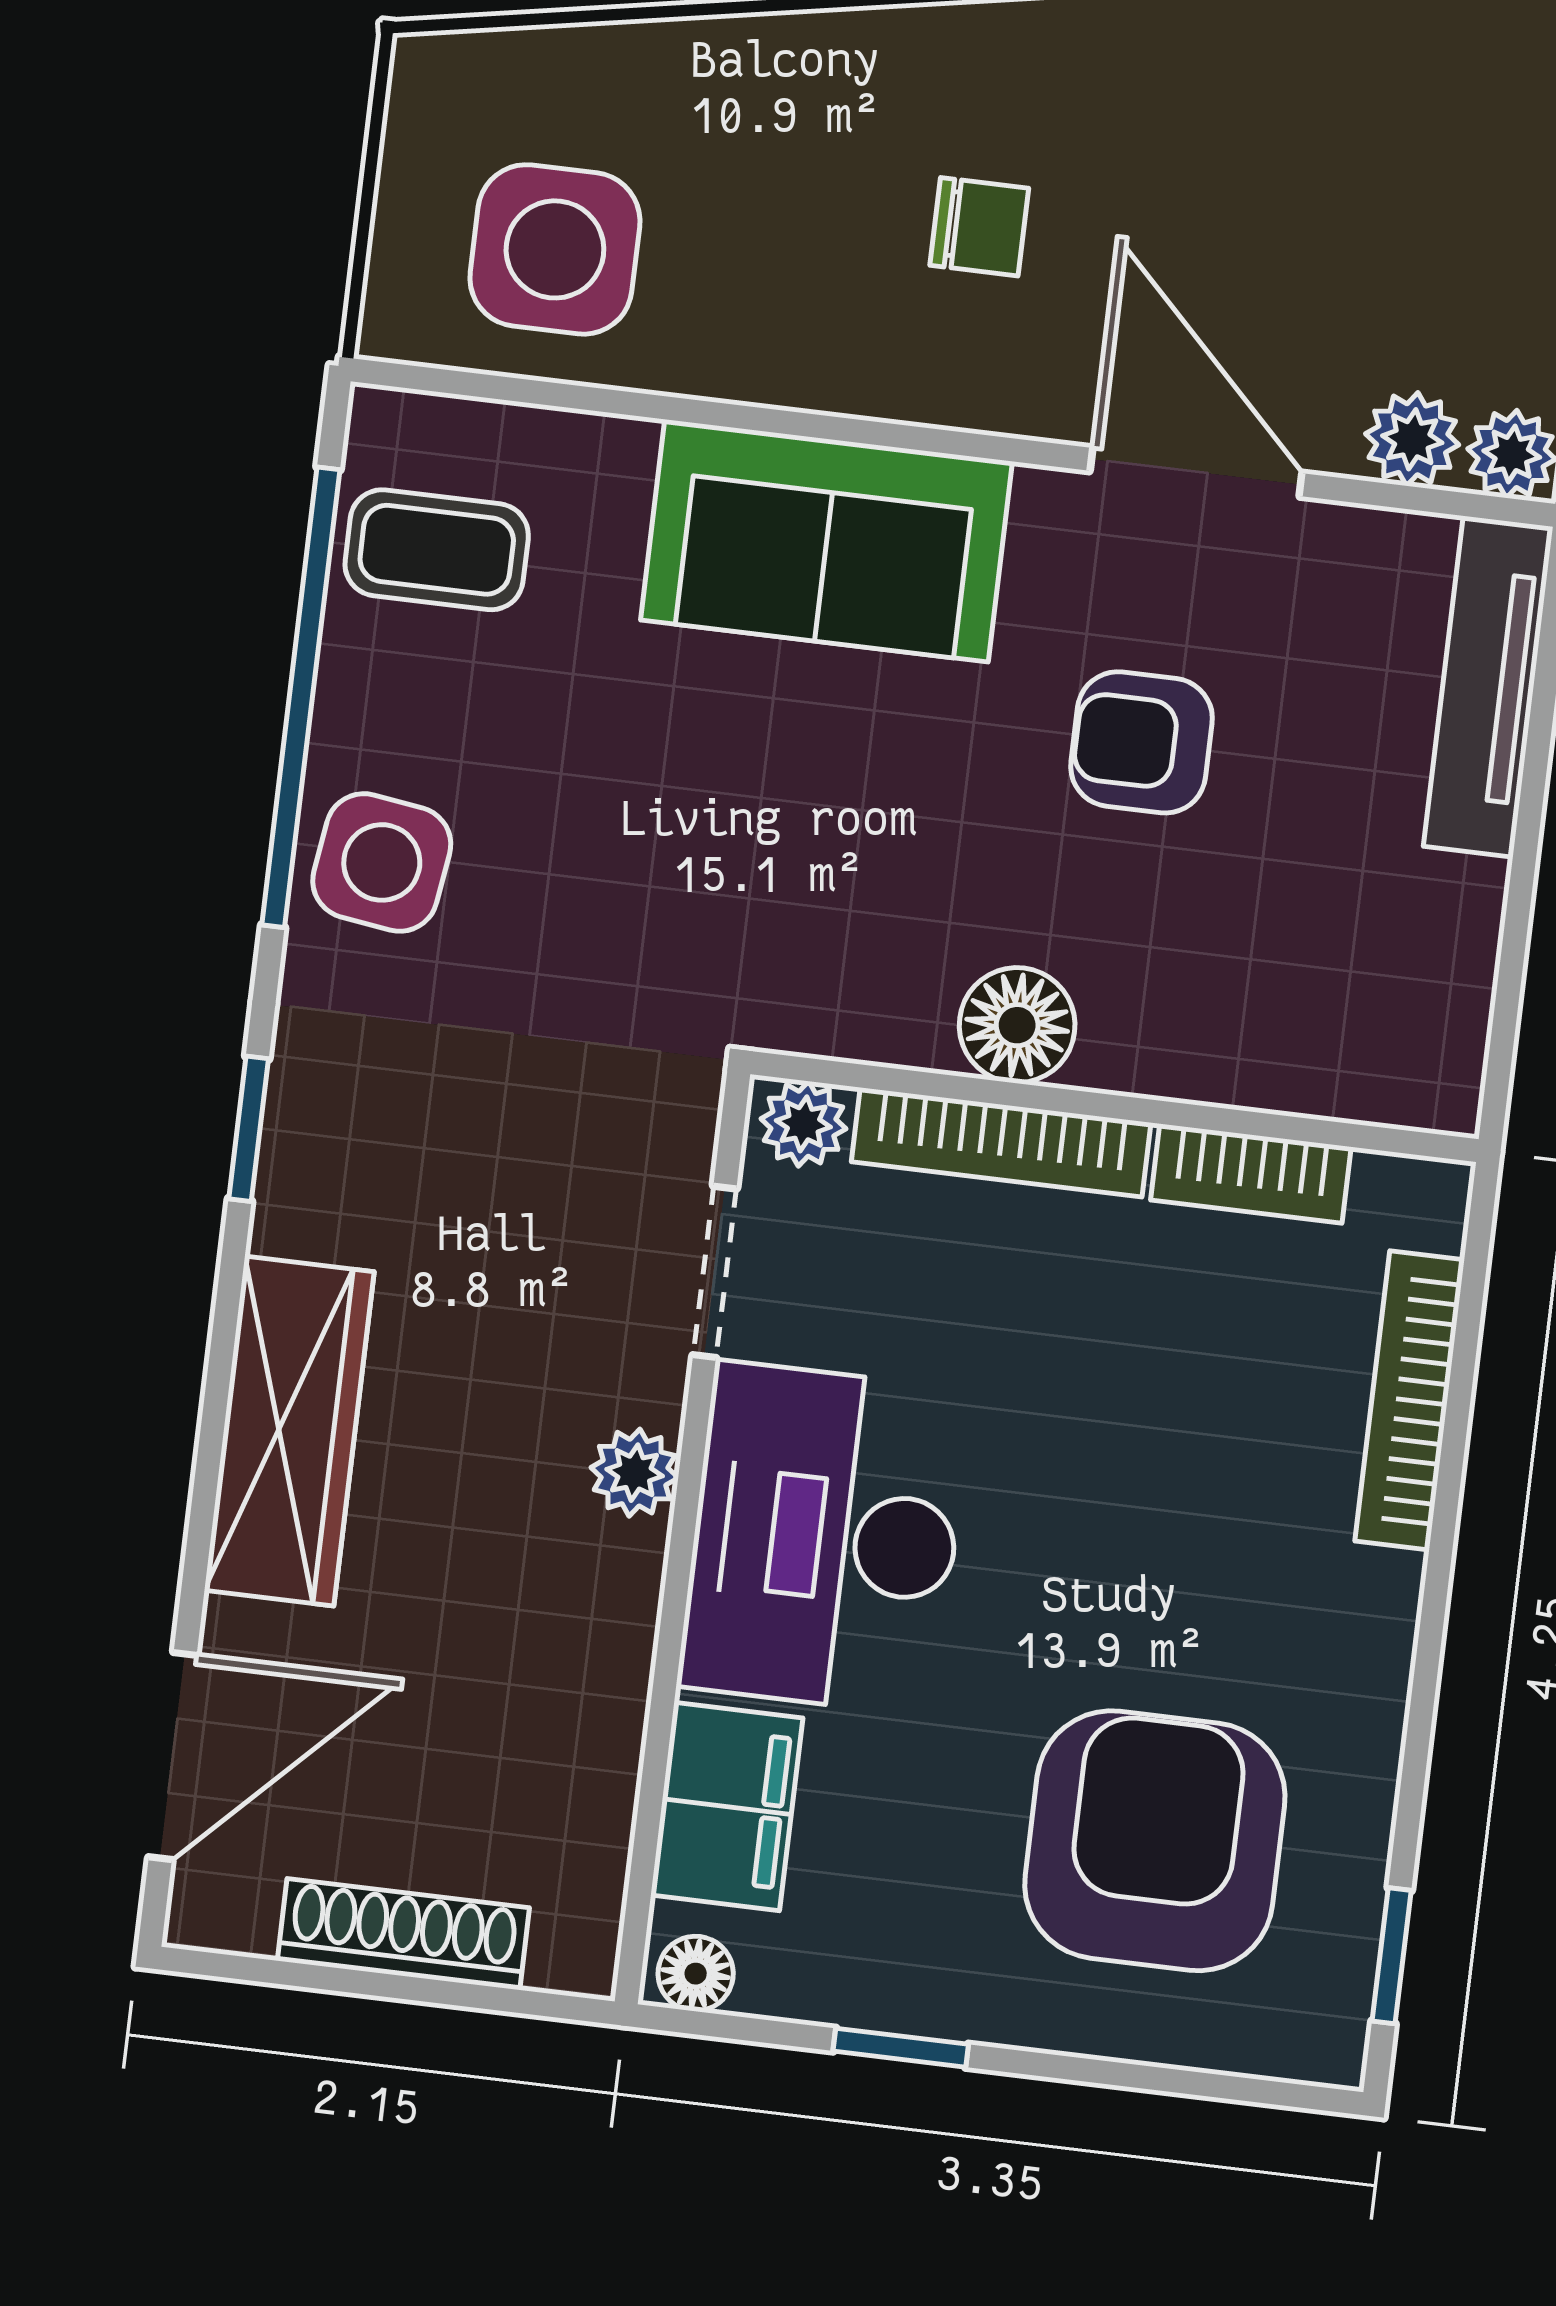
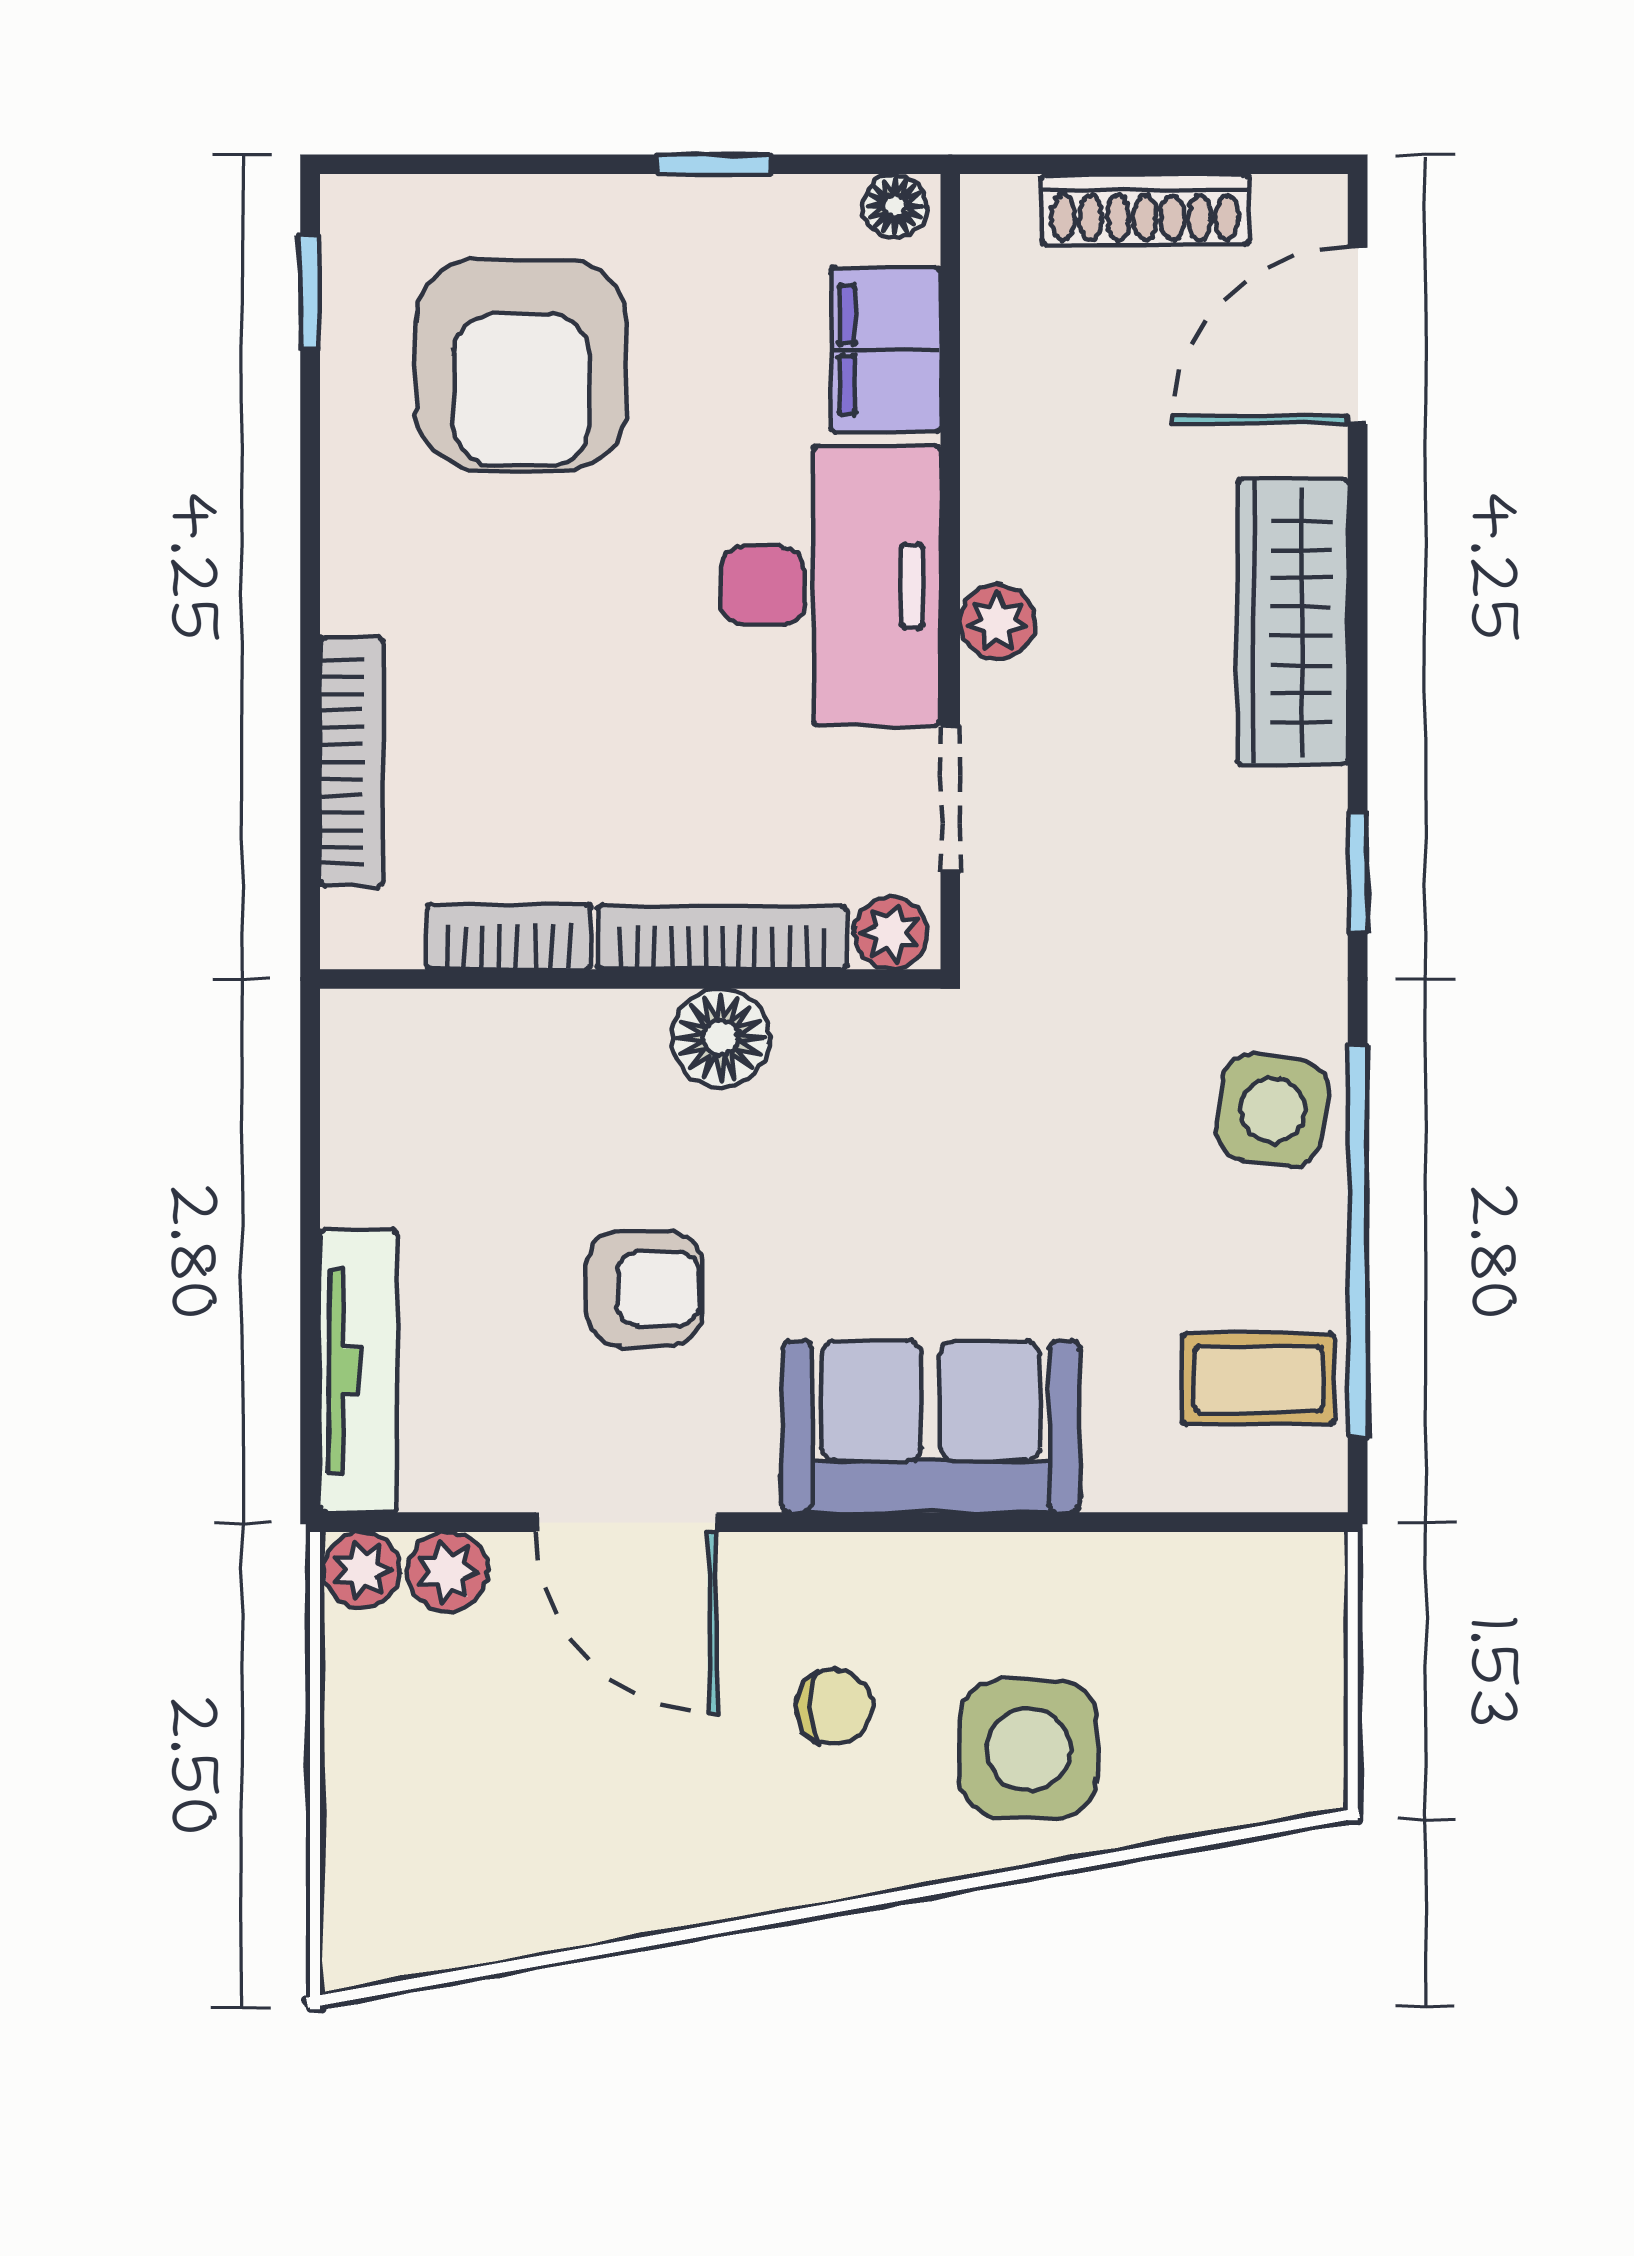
chair: (979, 227) -> (834, 1707), turned 180
side table: (555, 249) -> (1028, 1749), moved

